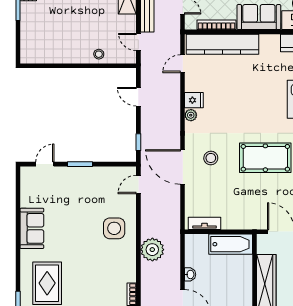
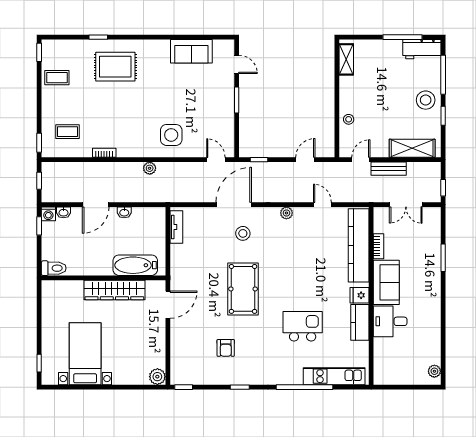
bookcase: (217, 25) -> (379, 246), width x0.64
shelving: (40, 57) -> (346, 59), added
door: (183, 64) -> (322, 205), moved
fridge: (194, 100) -> (360, 295), moved, turned 90
sofa: (32, 228) -> (191, 51), moved
bathtub: (231, 244) -> (135, 265), moved, turned 90
plant: (152, 250) -> (150, 168), width x0.53, depth x0.53

